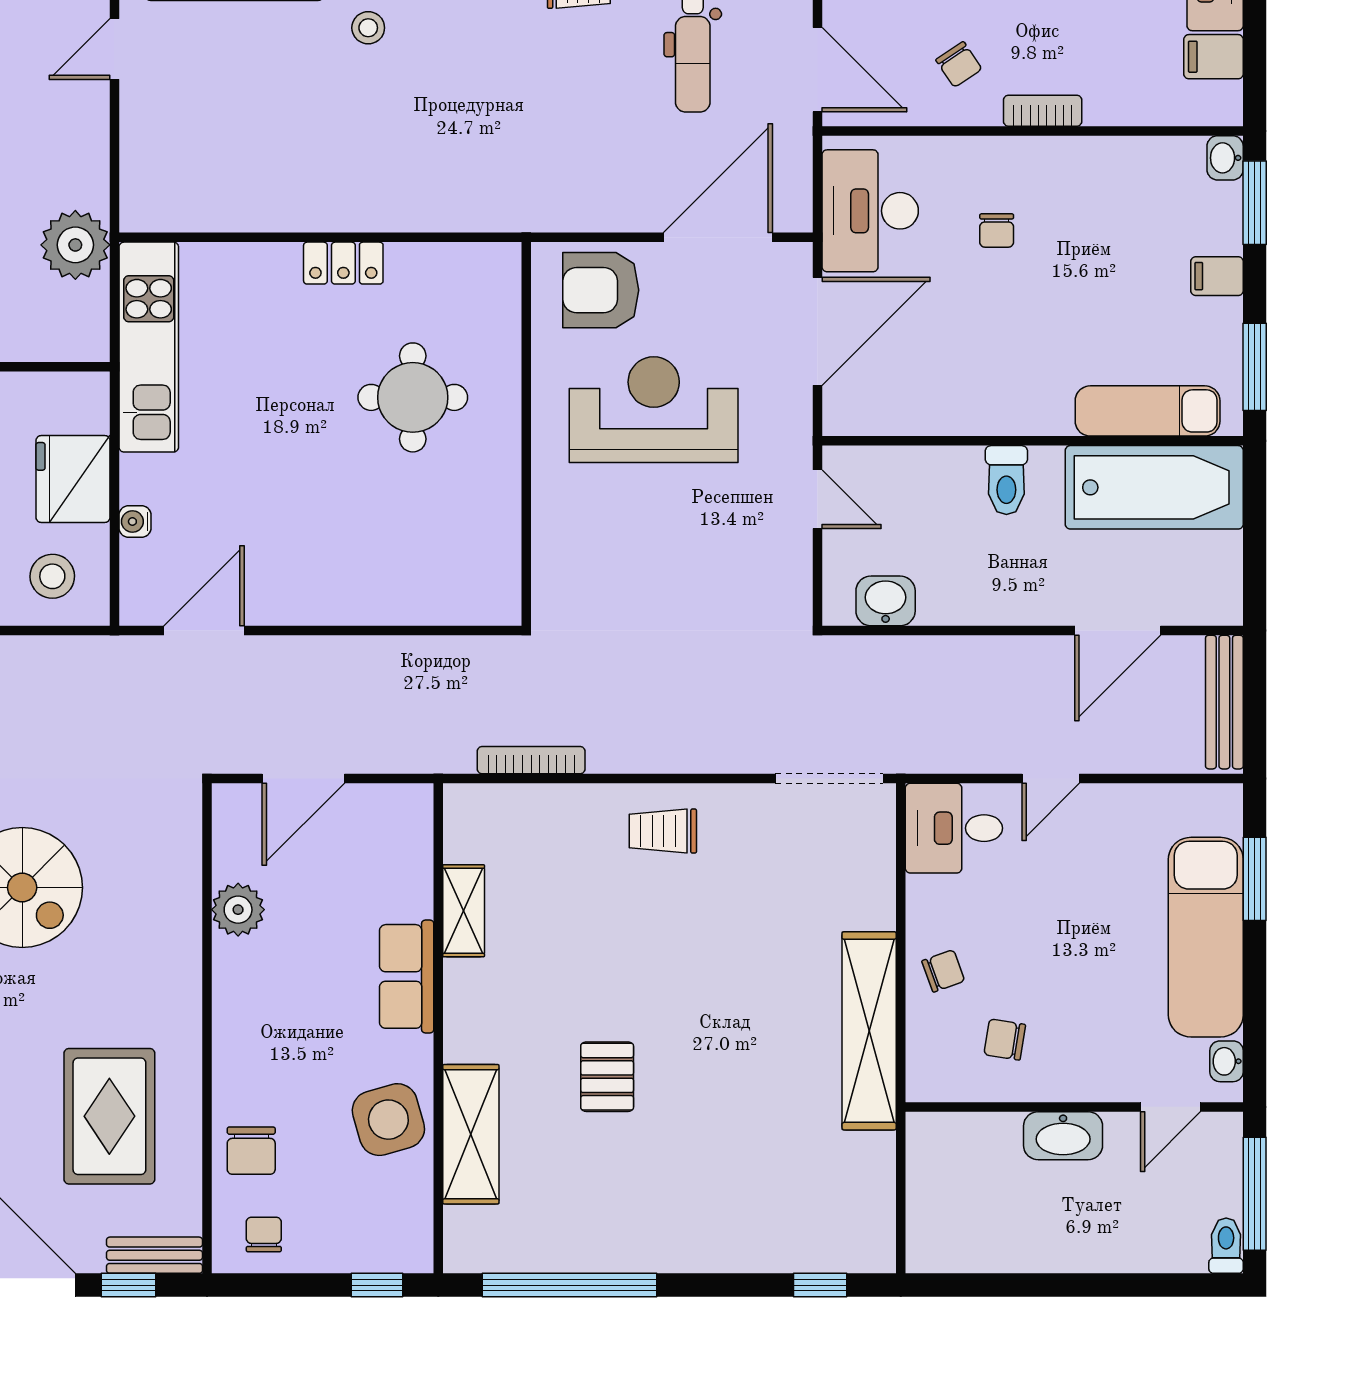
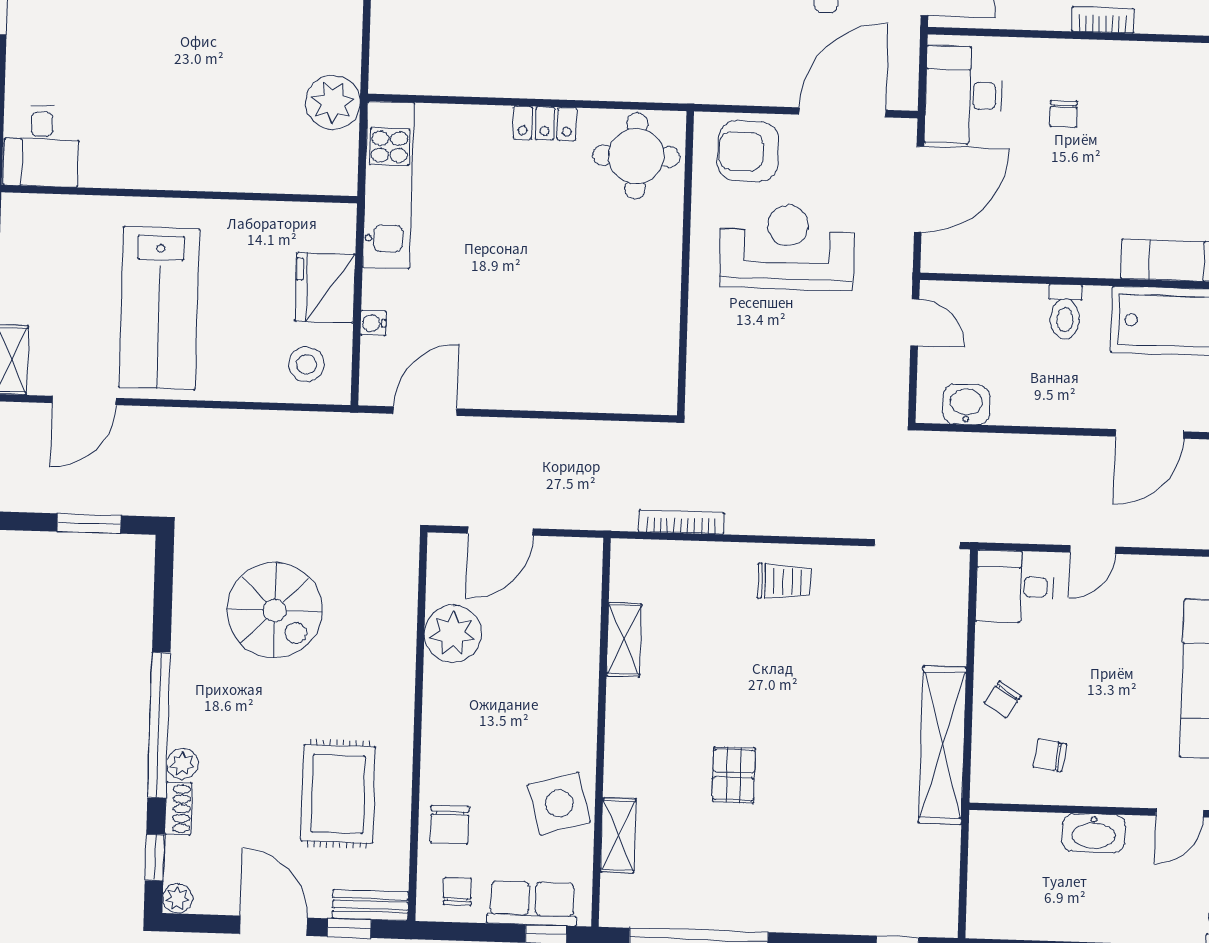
round table: (413, 397) -> (636, 156), moved
trolley: (663, 831) -> (784, 582), turned 180
plant: (238, 910) -> (453, 634), width x1.36, depth x1.36
chair: (943, 971) -> (1003, 699), turned 144
row of seats: (407, 976) -> (532, 903), moved, turned 90
shelving: (471, 1134) -> (618, 835), width x0.67, depth x0.75

